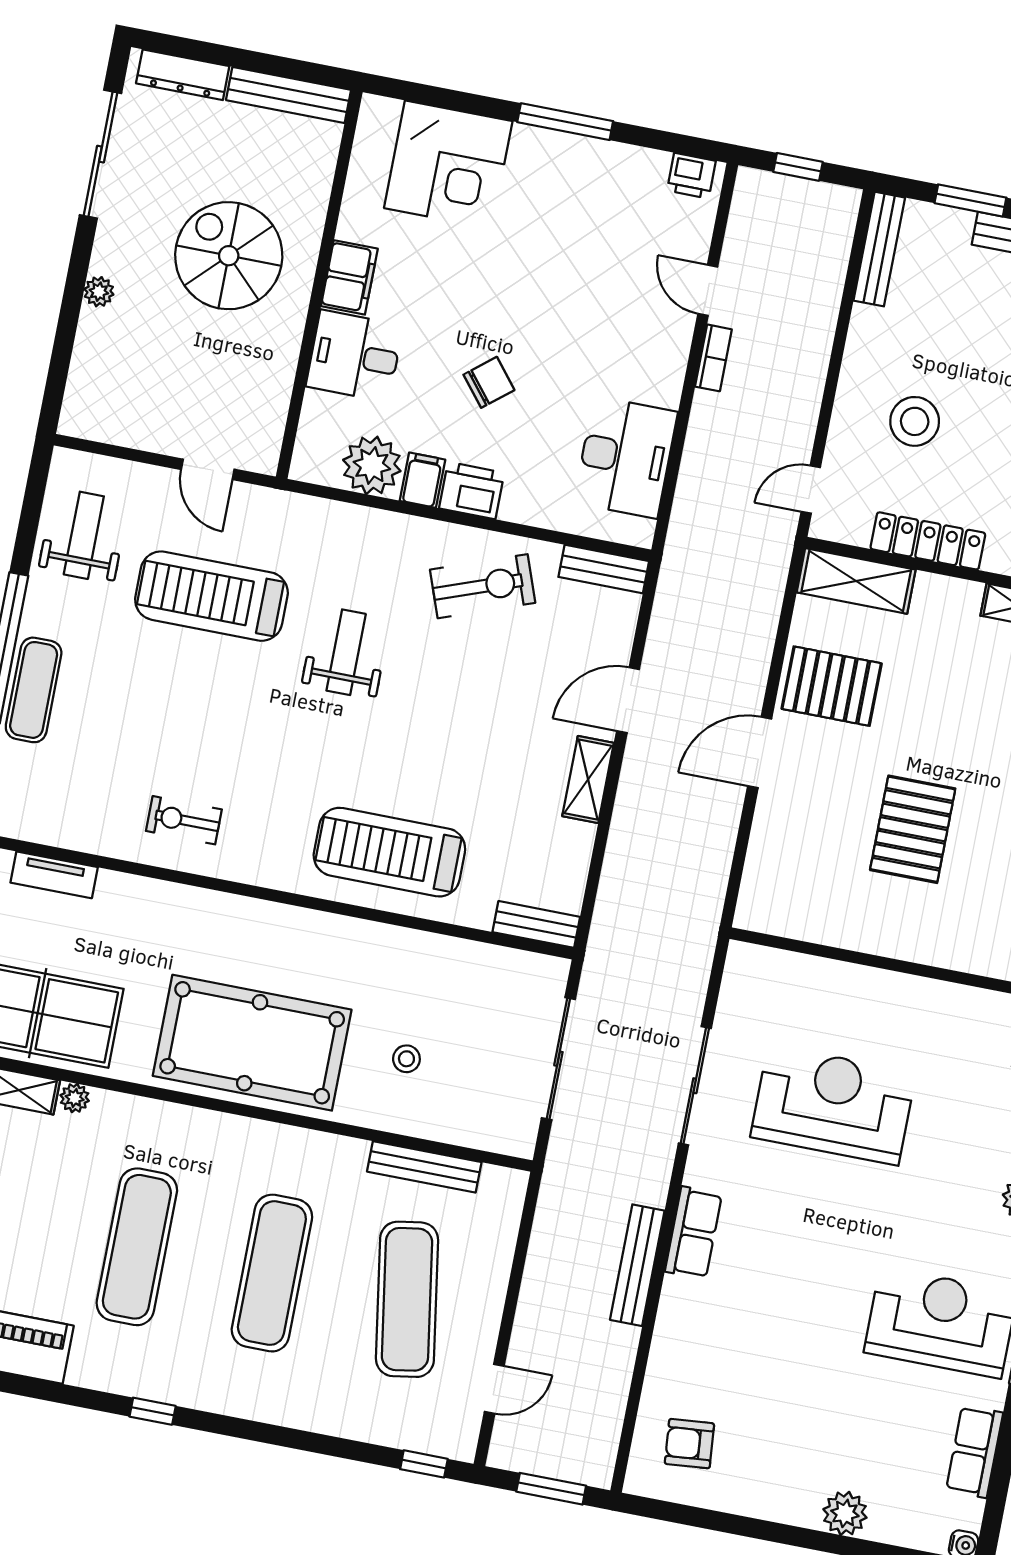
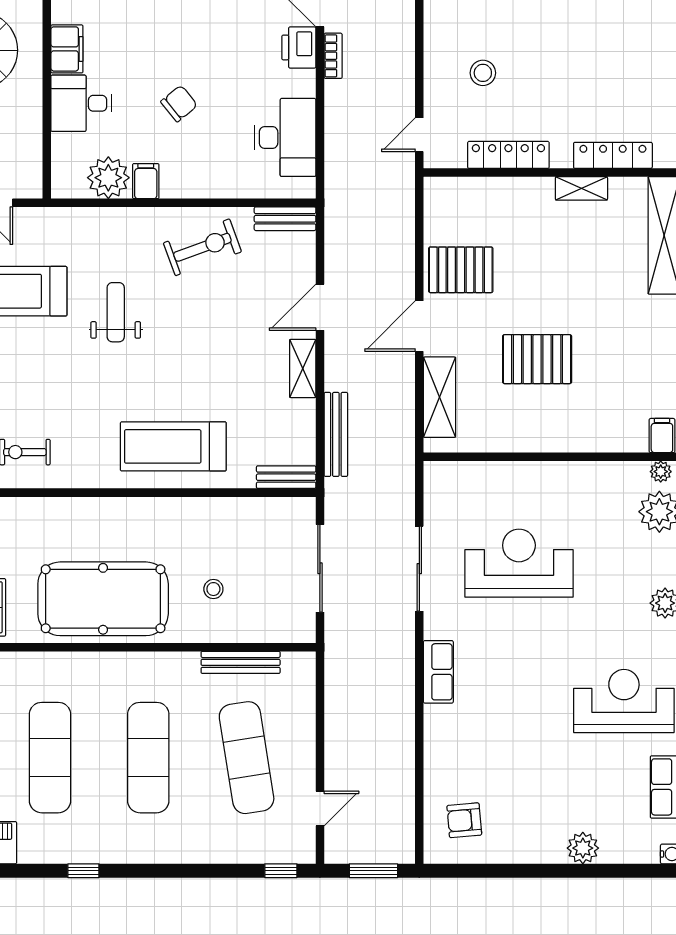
stool: (915, 421) -> (483, 73), width x0.73, depth x0.73
printer: (472, 491) -> (299, 47), moved, turned -90
shelving: (856, 581) -> (440, 397), moved, turned 90
pallet: (913, 829) -> (537, 359), turned 90
bench: (637, 1265) -> (336, 434), moved

